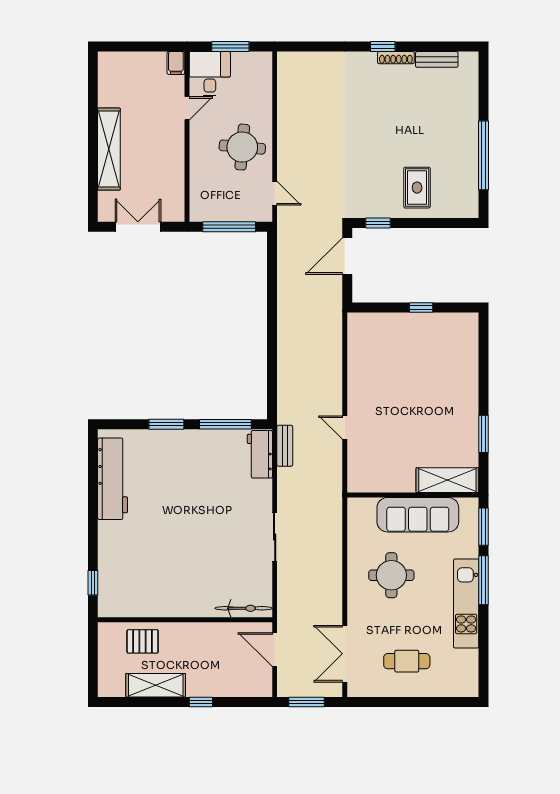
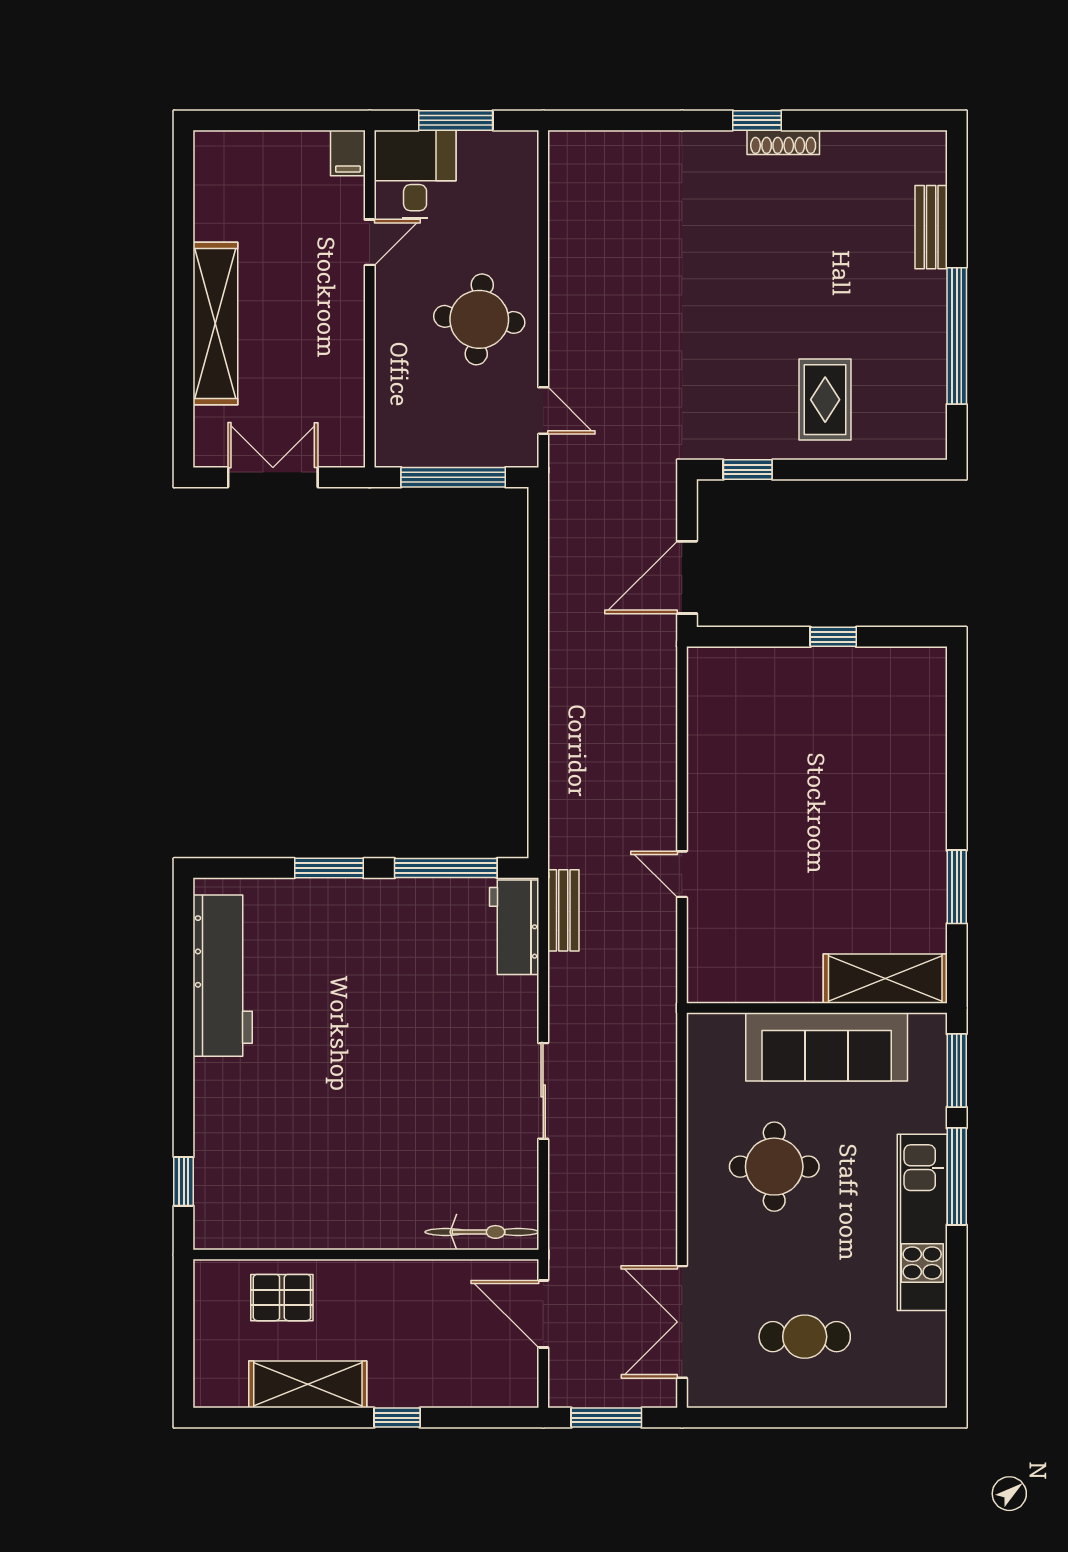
bench: (437, 59) -> (931, 227), moved, turned 90
door: (347, 256) -> (687, 577), moved

